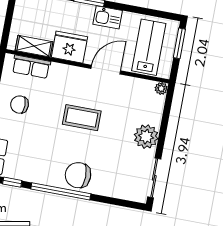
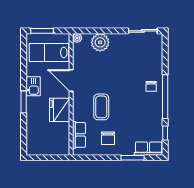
shelving: (34, 46) -> (64, 136), removed
coffee table: (82, 118) -> (101, 107), moved
plant: (146, 137) -> (100, 42), moved
chair: (78, 175) -> (151, 86), width x0.54, depth x0.54

